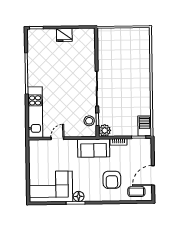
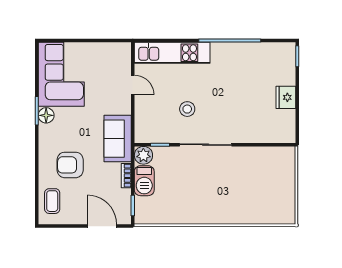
stool: (89, 121) -> (187, 109), moved
barbecue: (145, 126) -> (144, 181), moved, turned 90
door: (153, 175) -> (102, 226), moved

